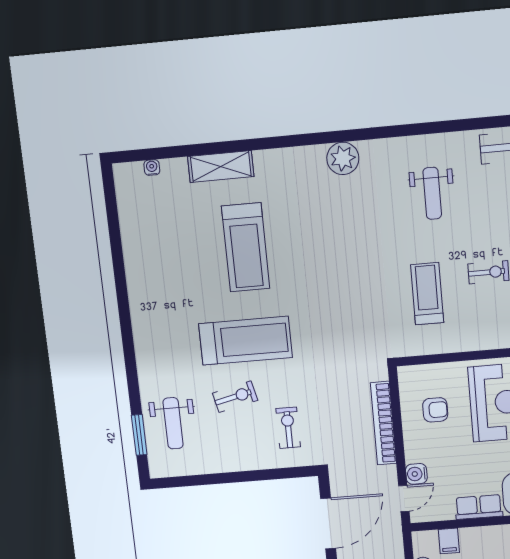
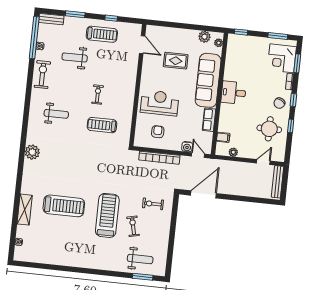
door: (328, 523) -> (203, 194), hinge flipped

